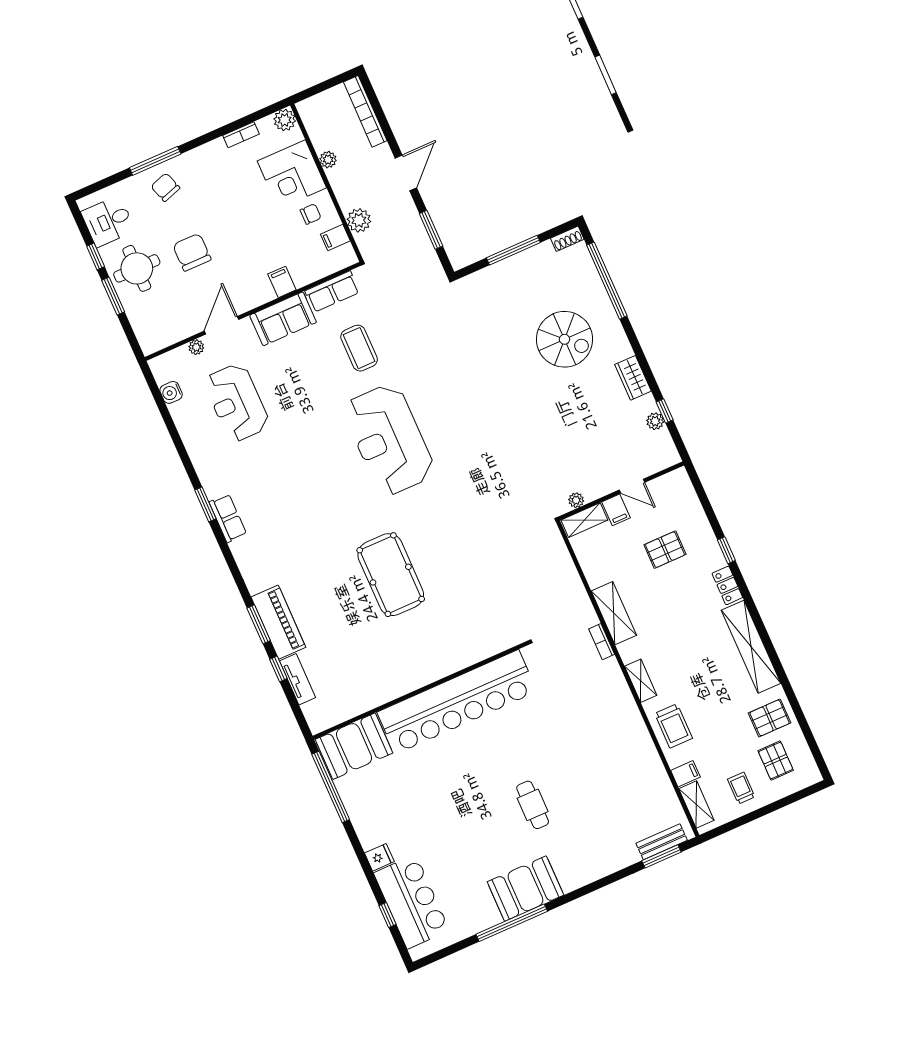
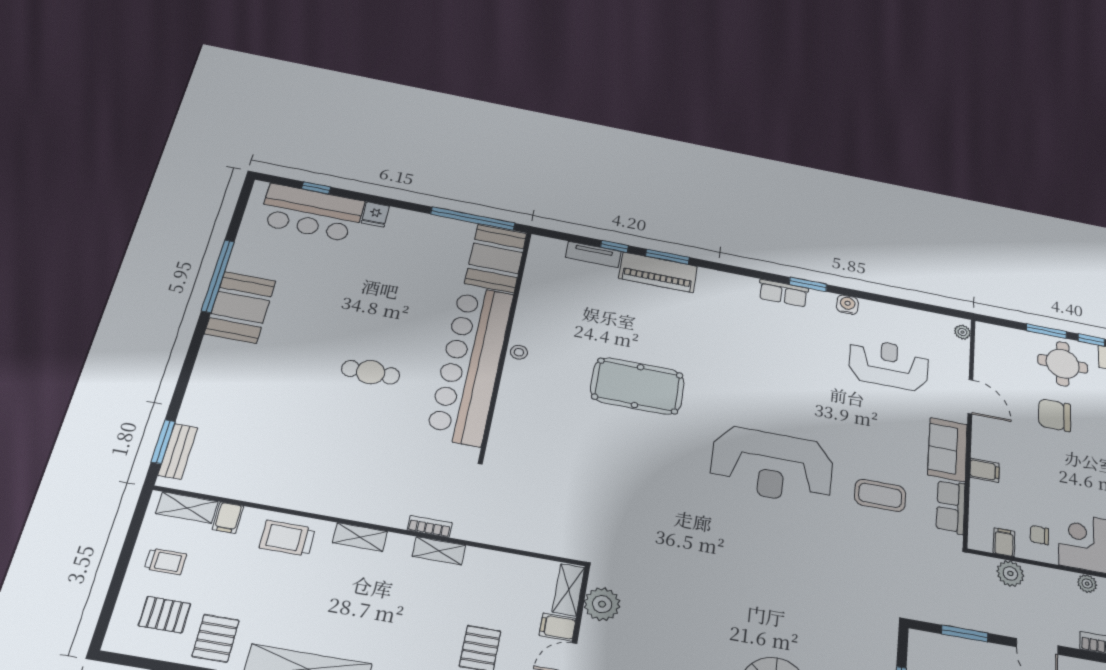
chair: (311, 214) -> (1039, 535), turned 90
chair: (192, 252) -> (1055, 415), turned 180
plant: (196, 347) -> (962, 332), moved
water cooler: (171, 392) -> (847, 305), moved
reception desk: (389, 440) -> (772, 465), turned 180
plant: (576, 500) -> (602, 604), width x1.87, depth x1.87
shelving: (614, 613) -> (439, 551), width x0.67, depth x0.75
stool: (423, 675) -> (519, 352), added
cafe table: (533, 805) -> (371, 372), moved

